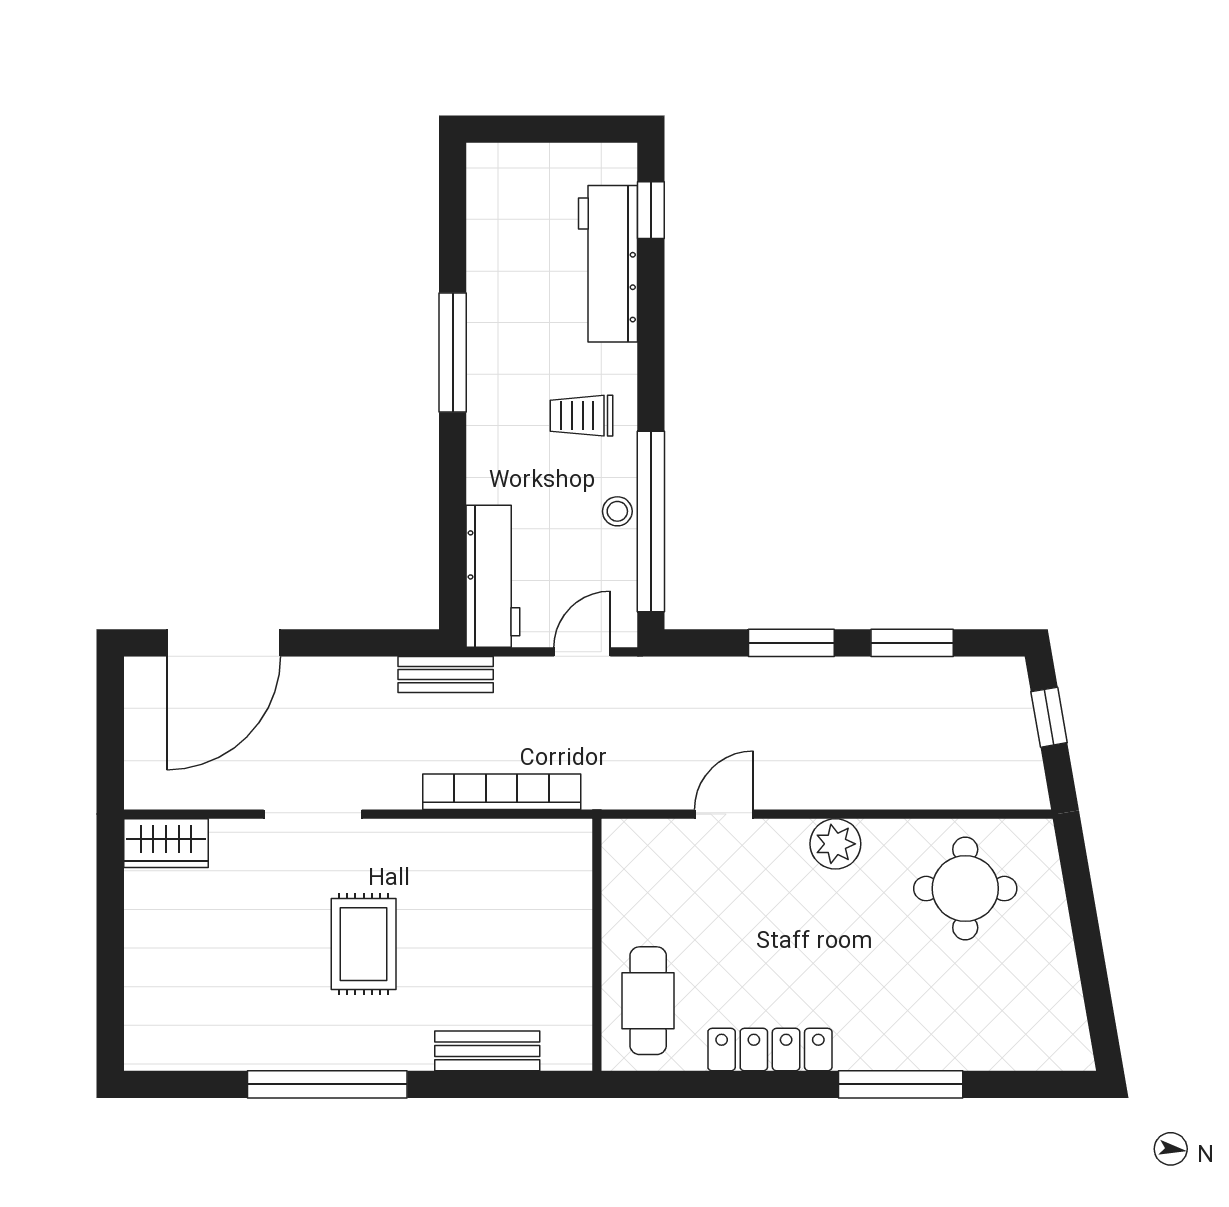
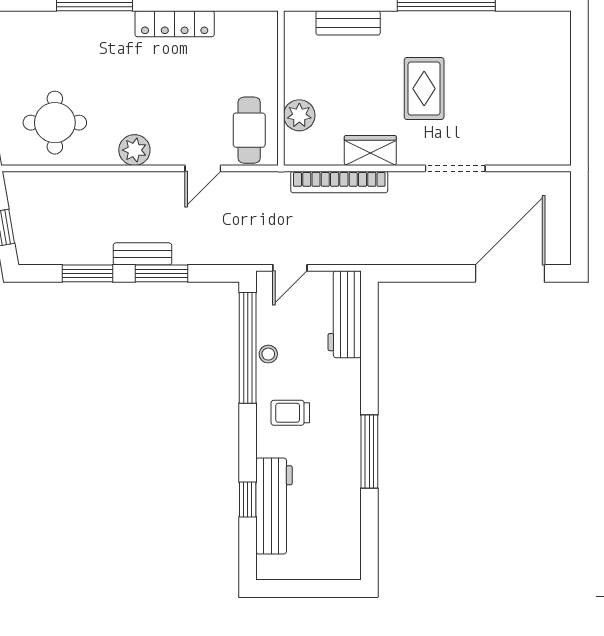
window: (651, 210) -> (248, 500), moved
trolley: (582, 416) -> (290, 413), turned 180
bench: (446, 675) -> (142, 254), moved
wardrobe: (166, 843) -> (370, 150), moved
plant: (567, 900) -> (299, 115), added
cafe table: (648, 1001) -> (249, 130), moved

